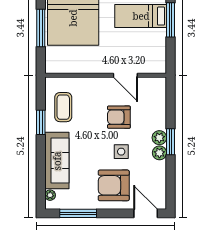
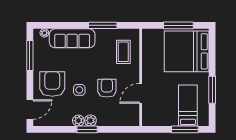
coffee table: (63, 107) -> (123, 52), moved, turned 90
window: (41, 122) -> (103, 25), width x1.44

